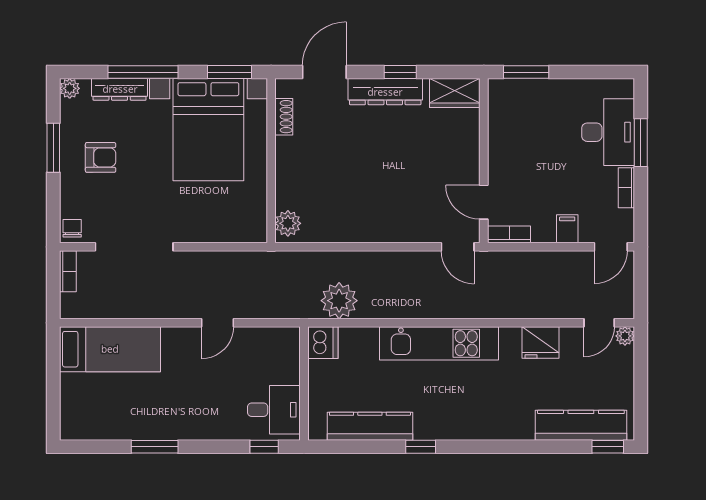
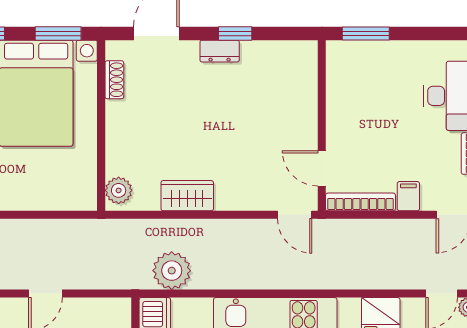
dresser: (385, 92) -> (220, 51), width x0.51, depth x0.80
wardrobe: (455, 93) -> (187, 196), moved, turned 180
bookcase: (509, 234) -> (361, 202), width x1.56

